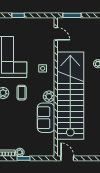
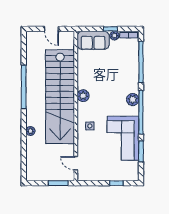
coffee table: (22, 93) -> (113, 100), removed
sofa: (46, 118) -> (93, 40), moved, turned 90
door: (67, 158) -> (51, 29), moved

